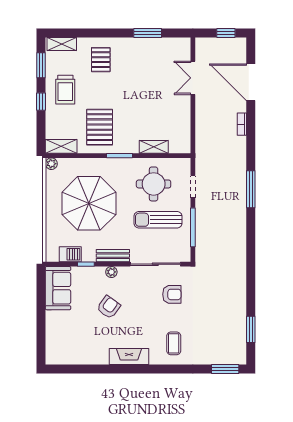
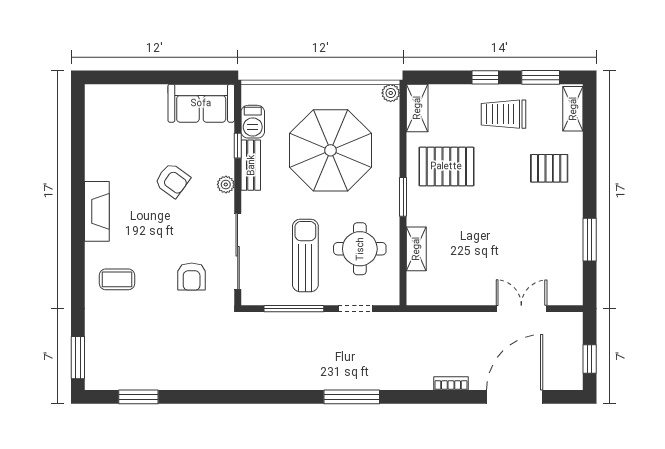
bench: (113, 256) -> (251, 165), moved

